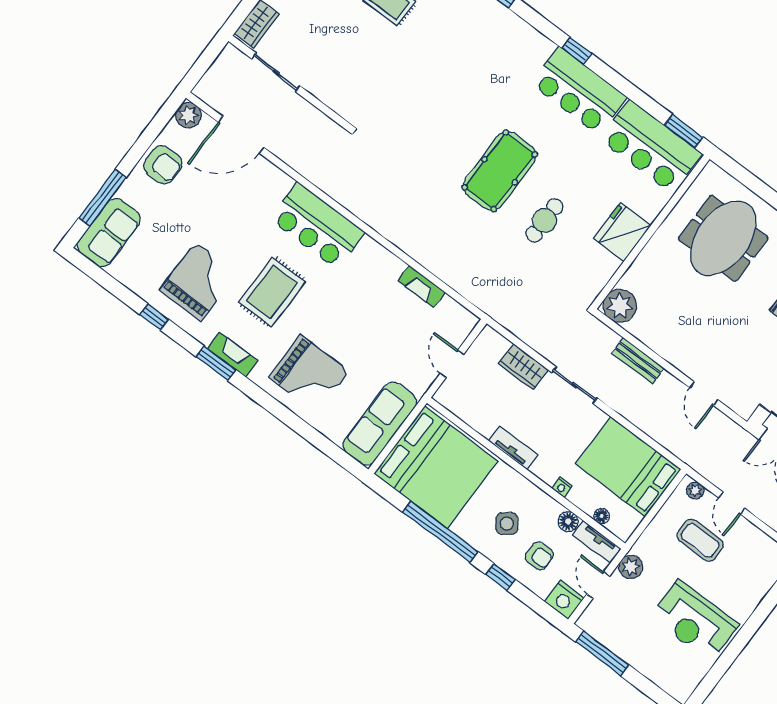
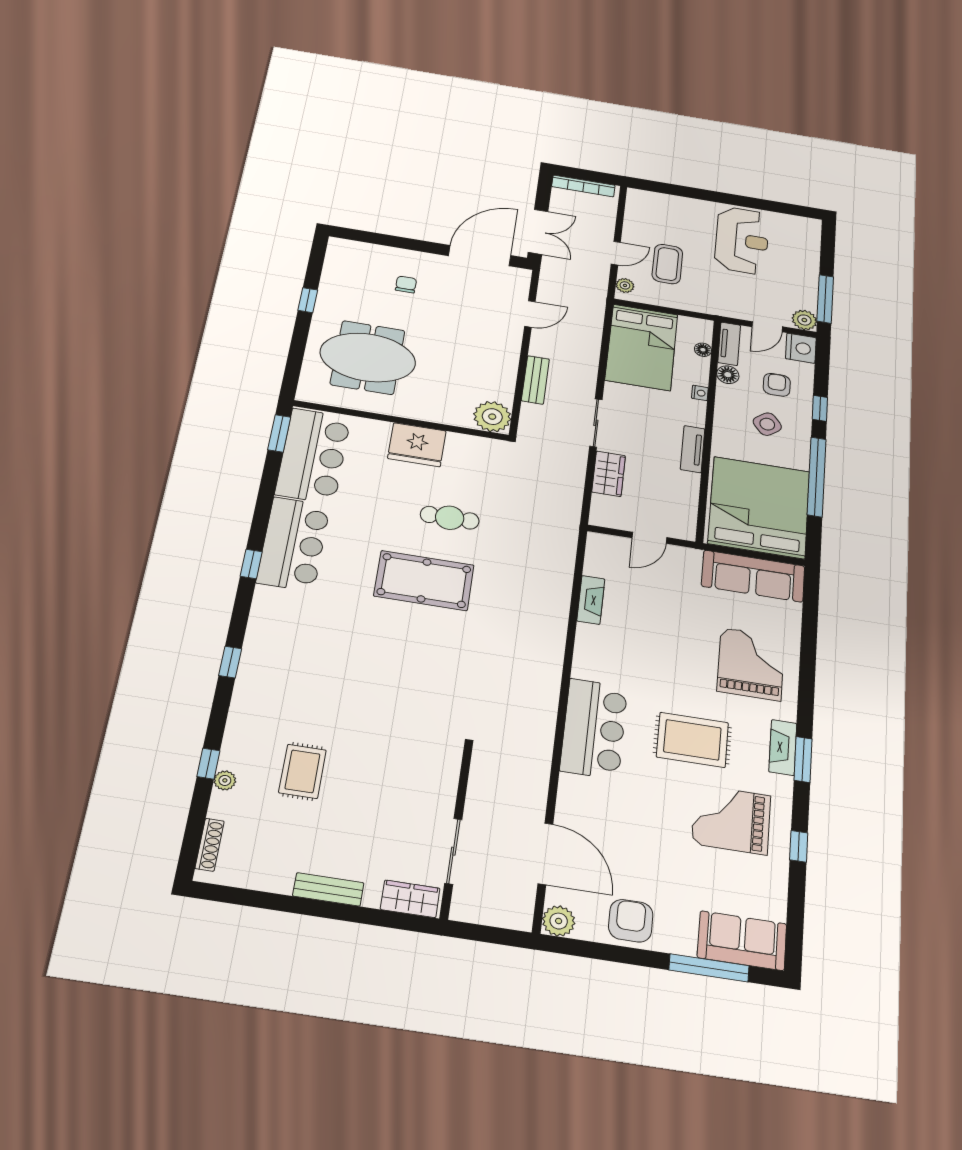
plant: (631, 567) -> (804, 320), moved

